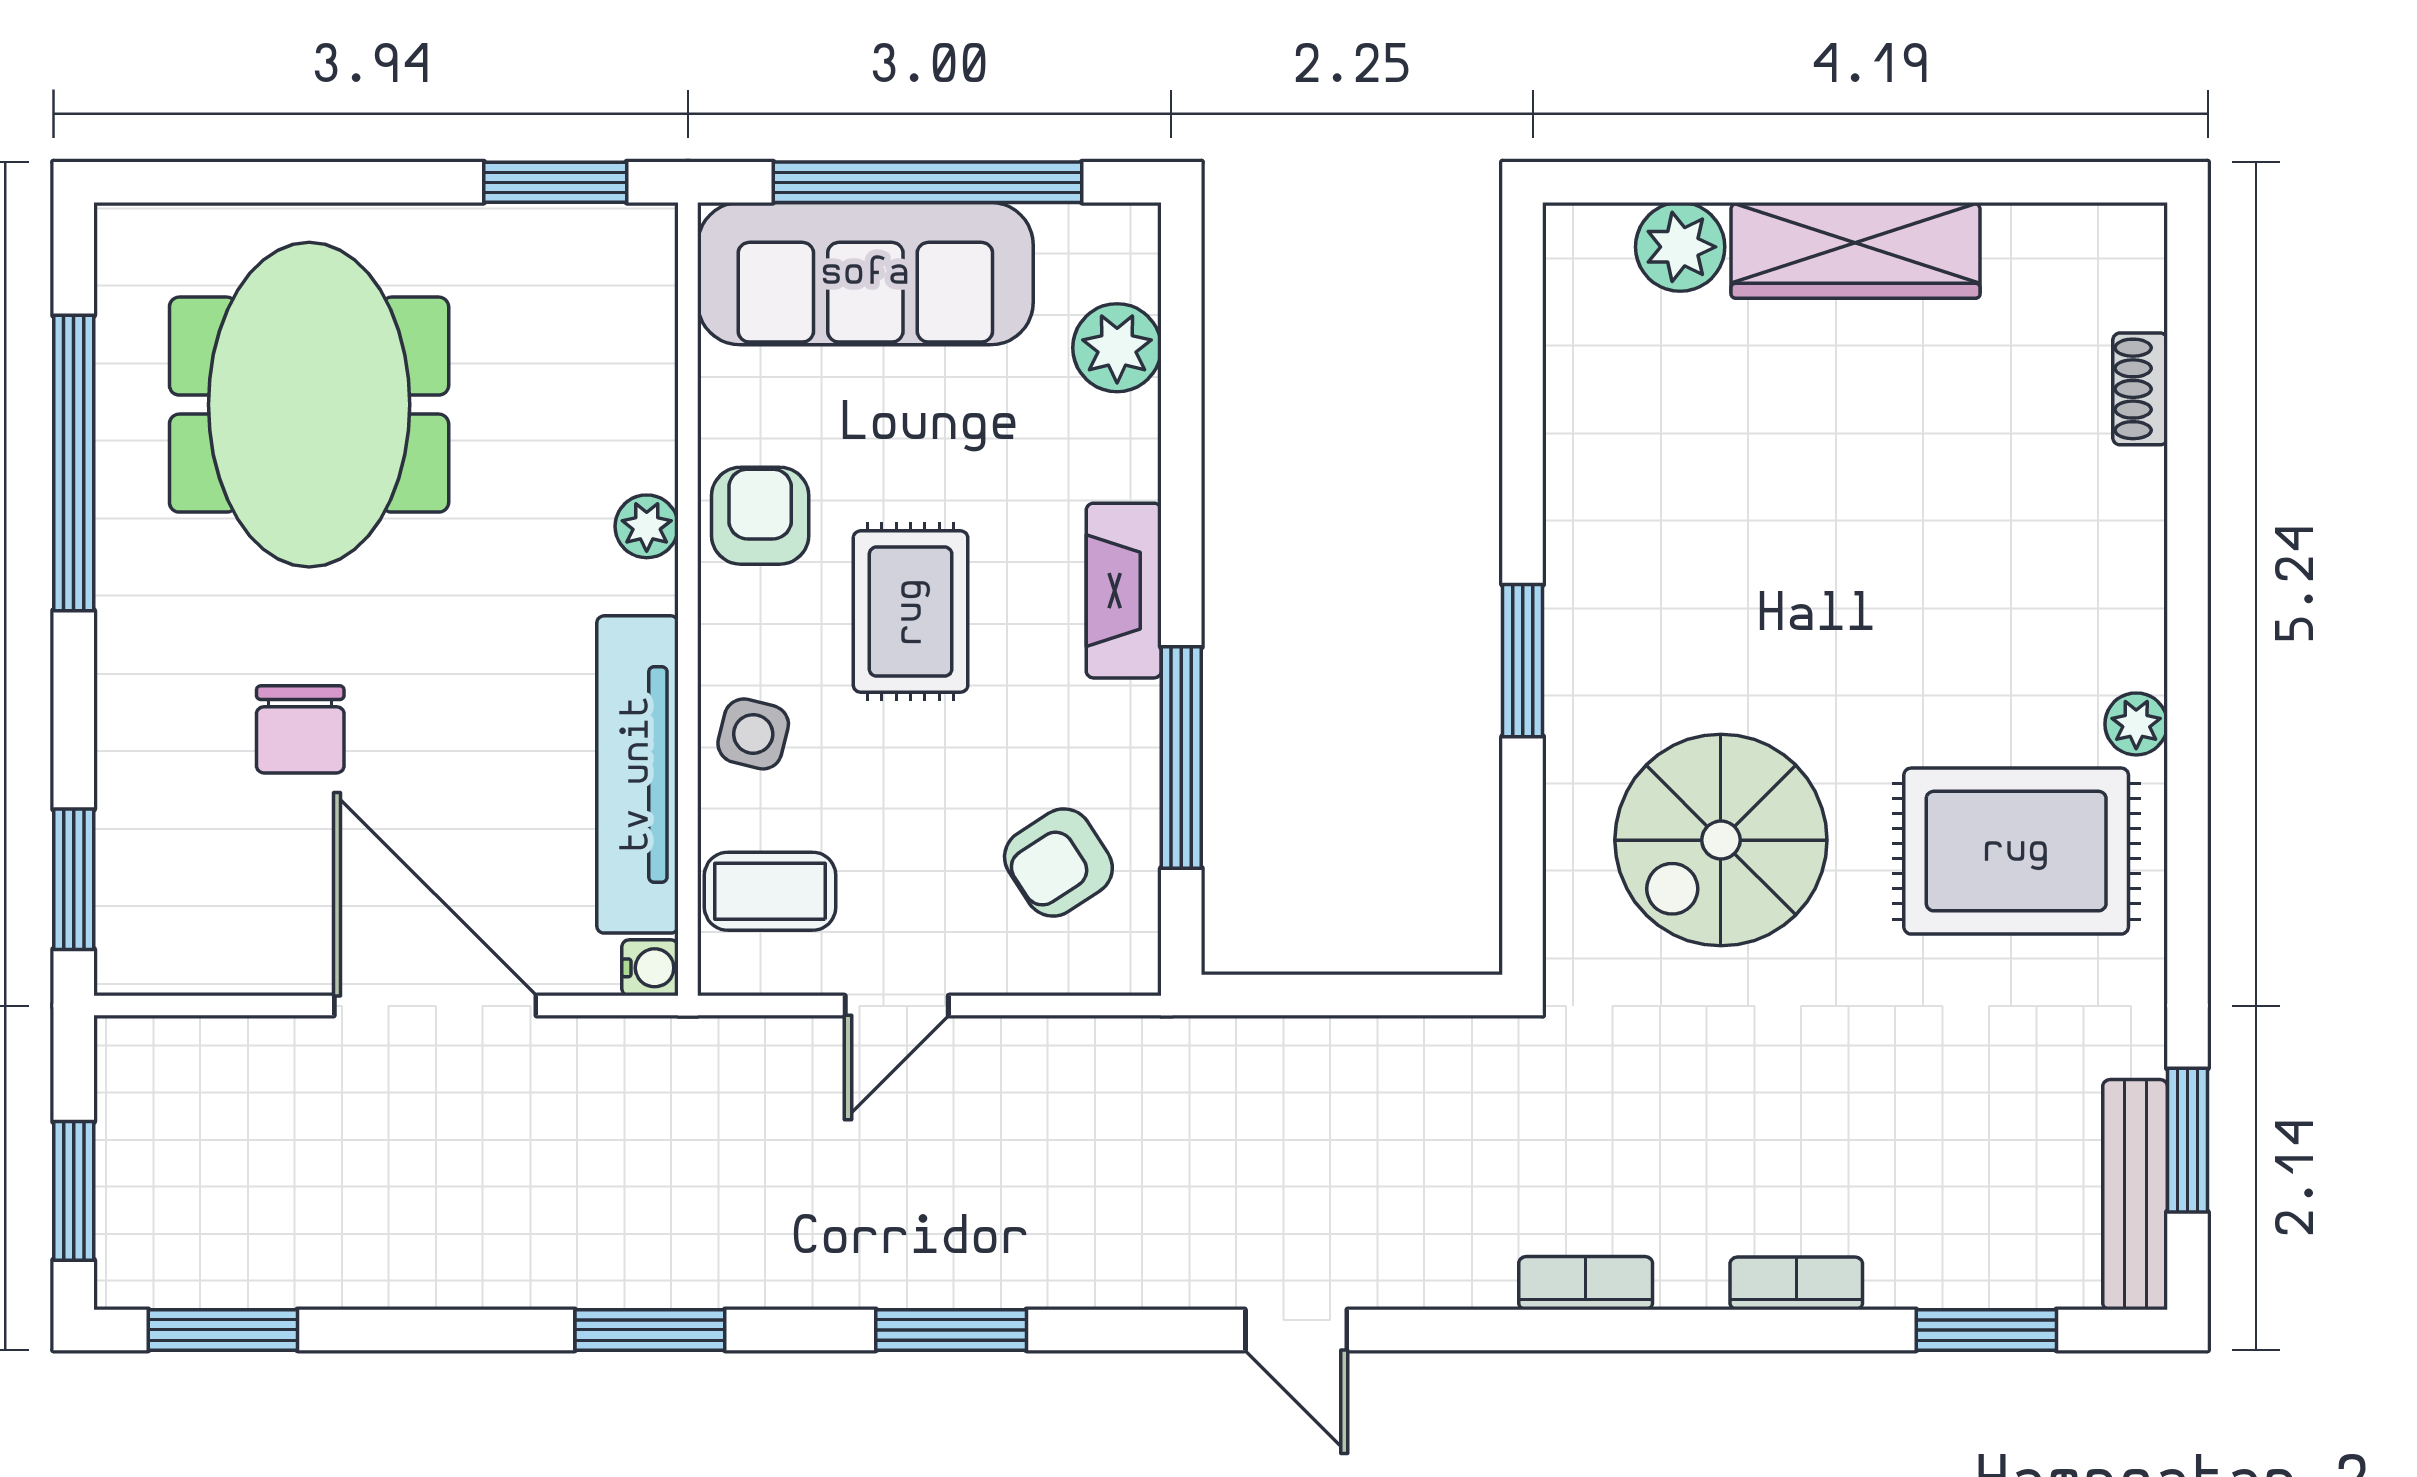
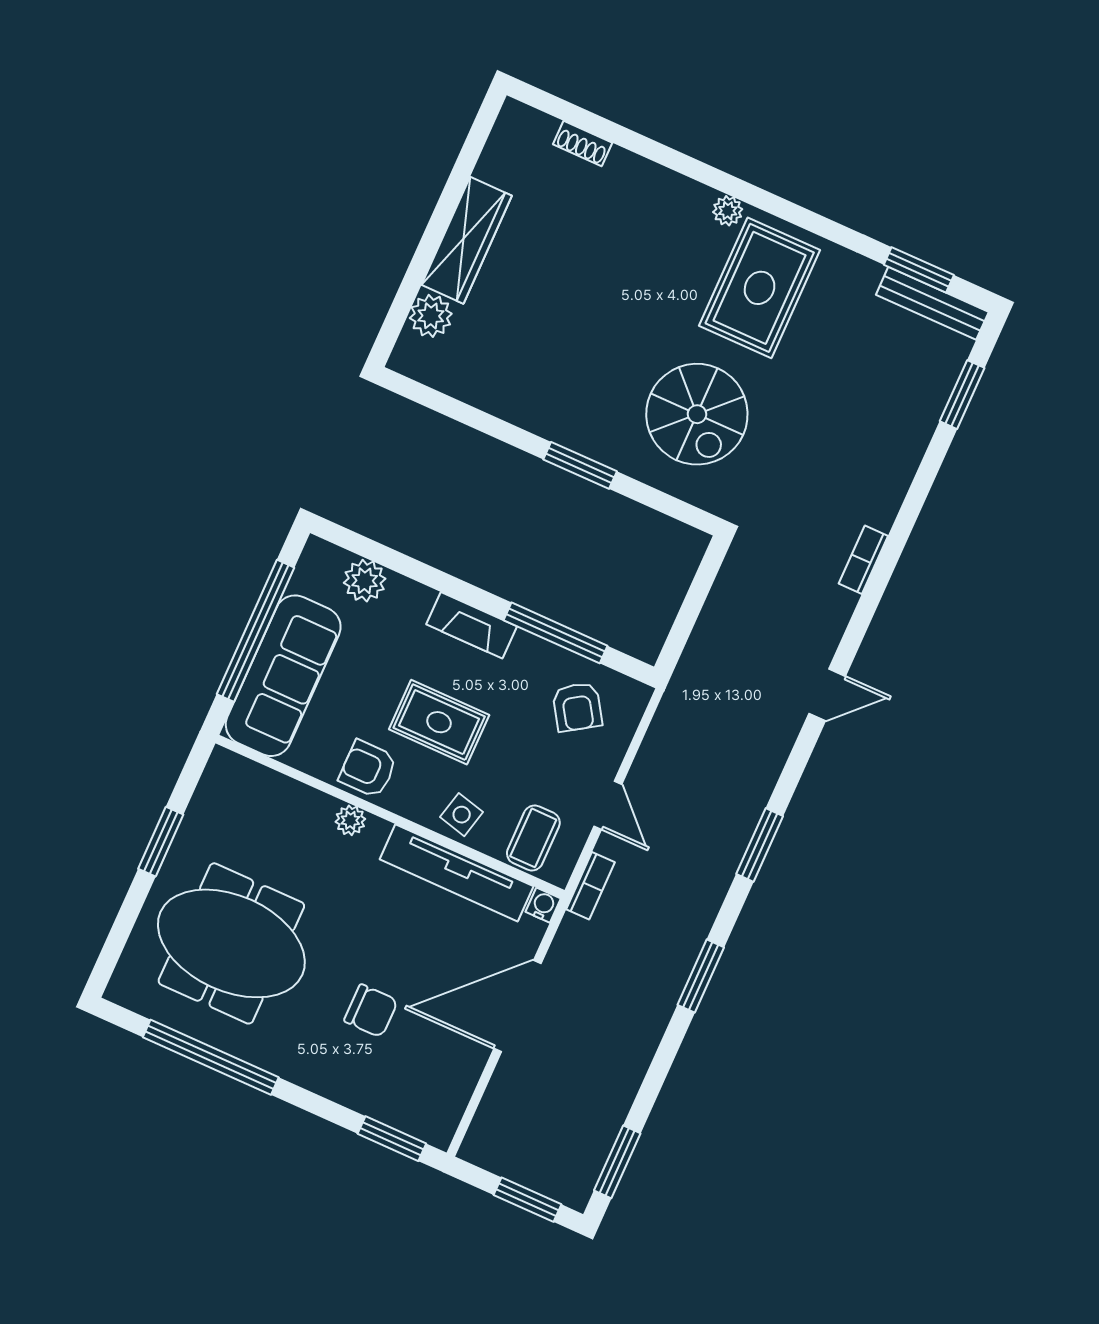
window: (555, 182) -> (161, 842), moved
bookcase: (1796, 1283) -> (591, 886), moved, turned 180

